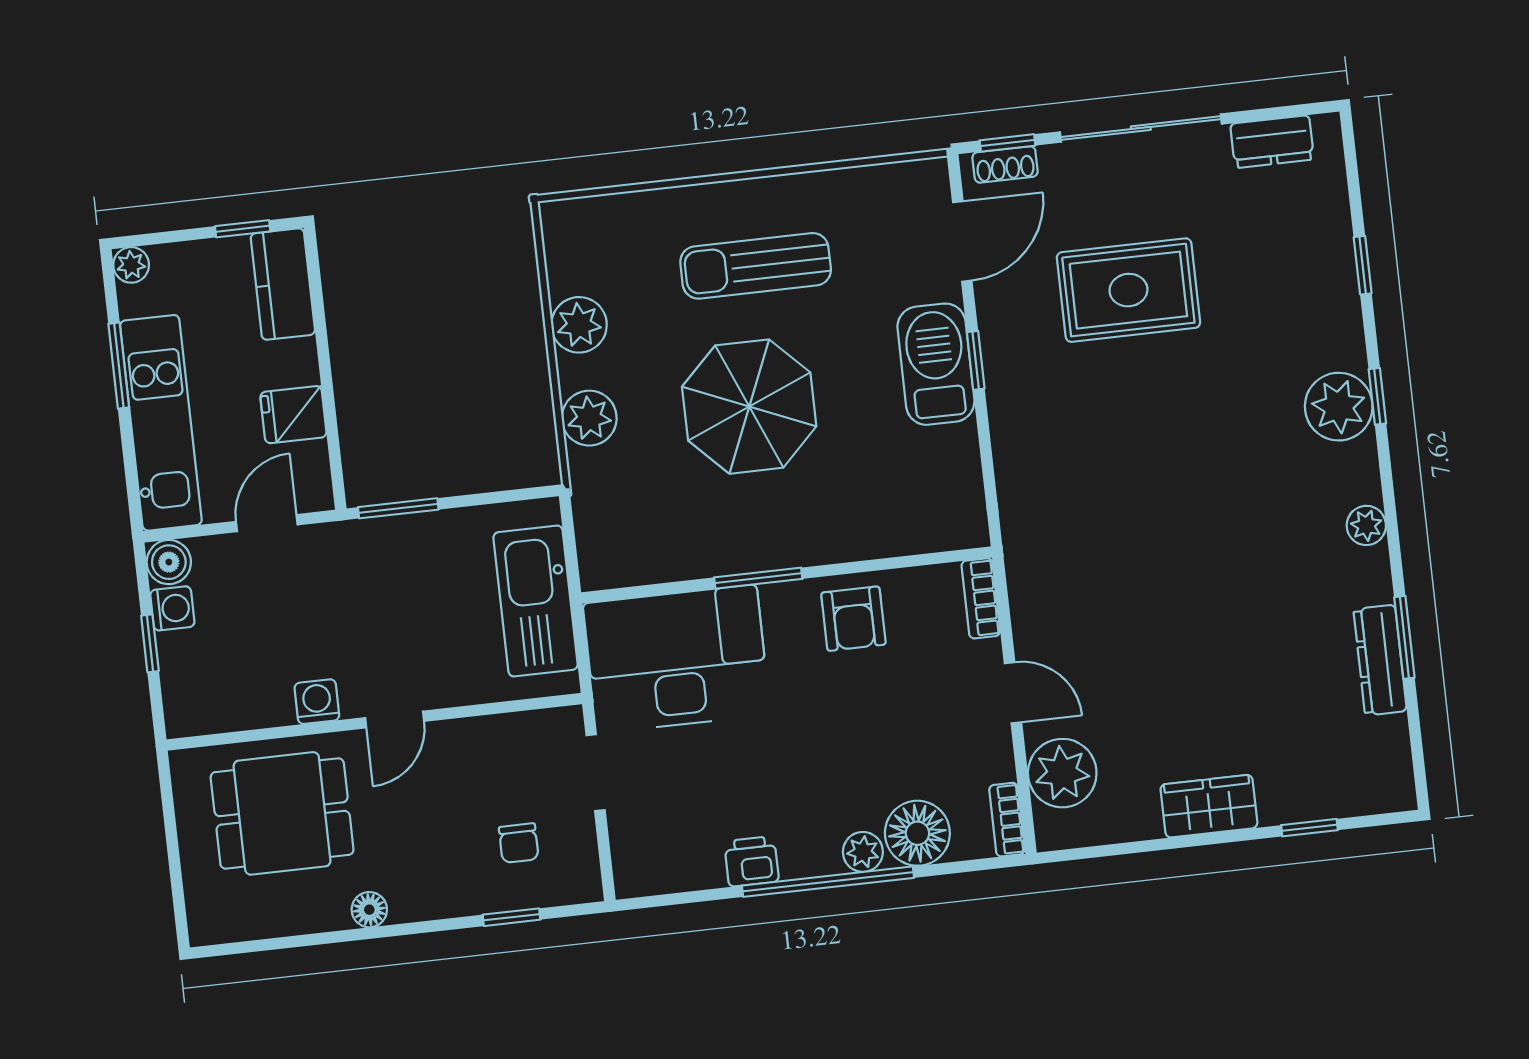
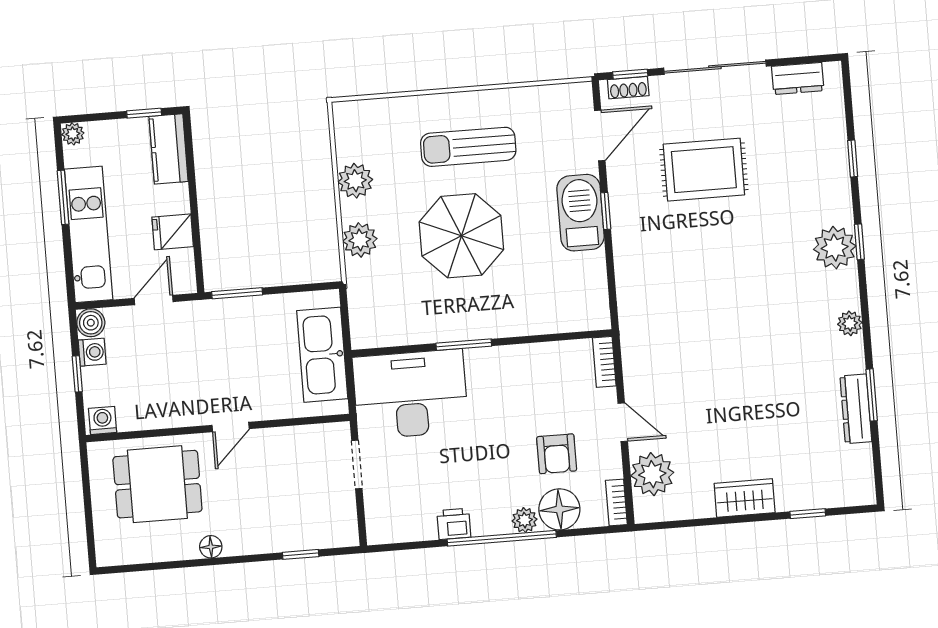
armchair: (853, 619) -> (557, 454), moved
washing machine: (317, 702) -> (103, 420), moved
chair: (519, 843) -> (307, 508), removed

